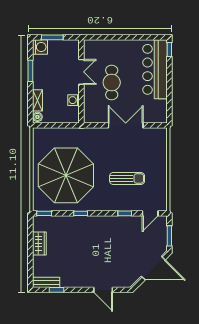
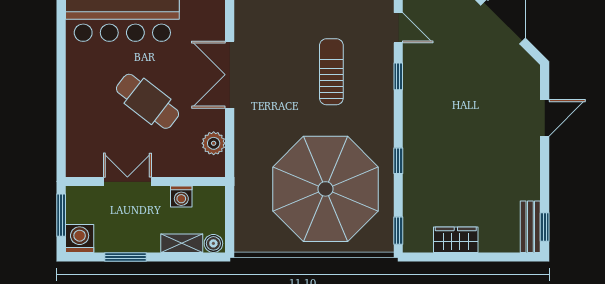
double door: (81, 72) -> (127, 182), moved
wall: (81, 81) -> (145, 182), moved
cafe table: (112, 83) -> (148, 101), turned 38
washing machine: (73, 100) -> (181, 197), moved
plant: (90, 117) -> (214, 143), added
window: (56, 290) -> (545, 227), moved

